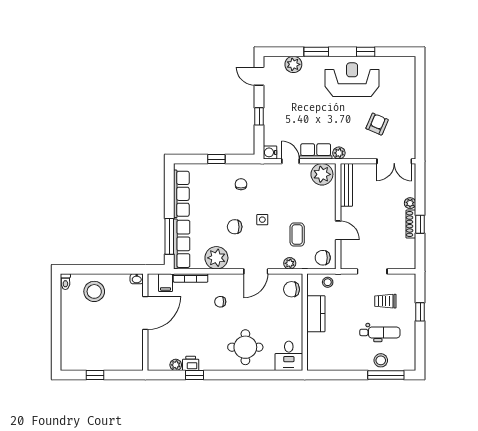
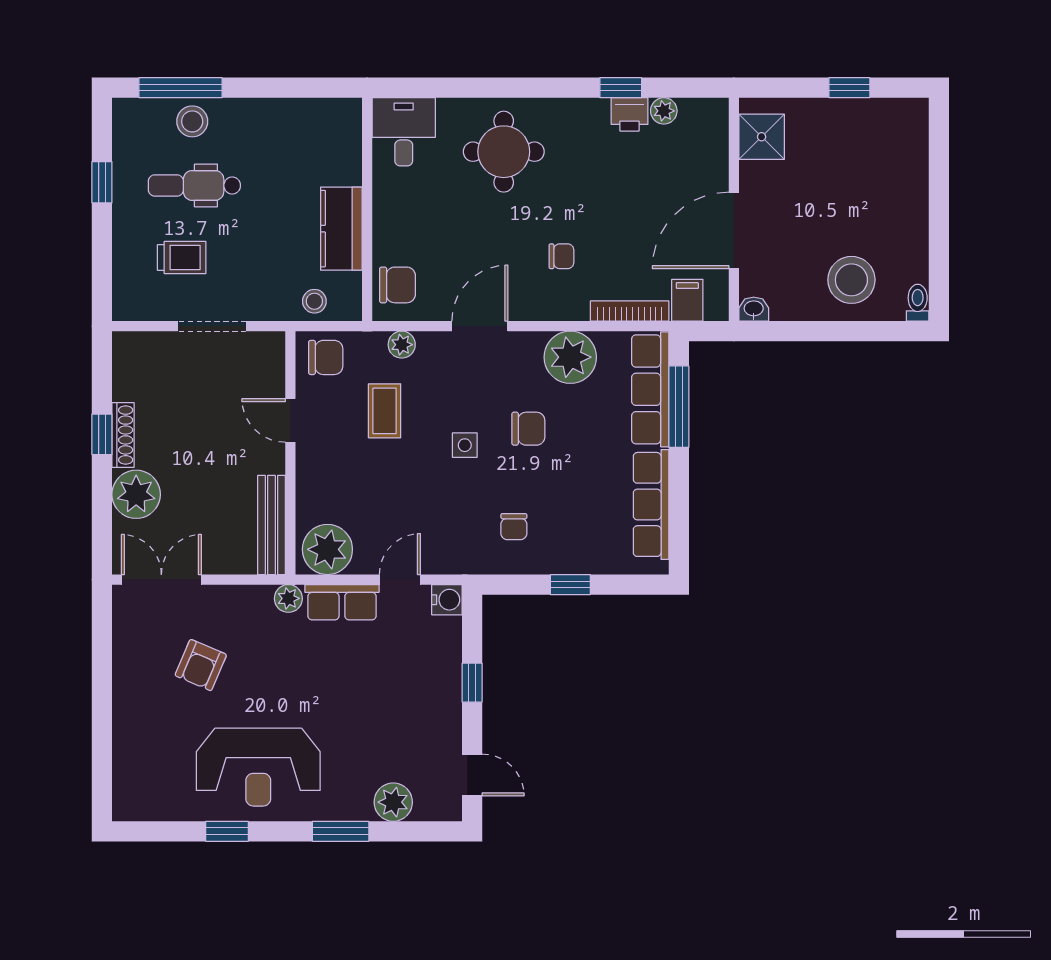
door: (290, 161) -> (400, 580), swing flipped
plant: (410, 203) -> (136, 494), width x1.88, depth x1.88
window: (420, 312) -> (102, 182), moved
shower: (133, 354) -> (762, 137), added

